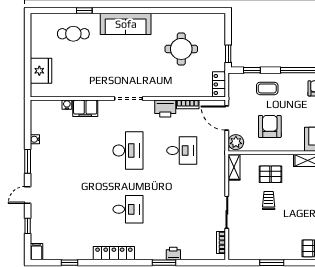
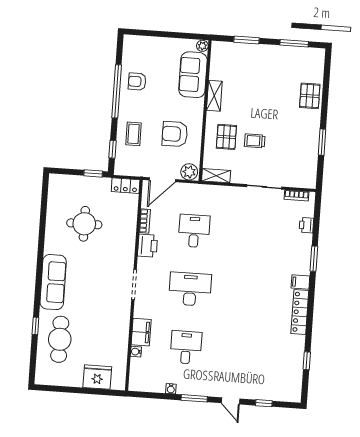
cafe table: (73, 34) -> (60, 339), width x1.37, depth x1.35
desk: (128, 209) -> (186, 347), moved
filing cabinet: (36, 252) -> (300, 282), moved
printer: (173, 254) -> (306, 225), moved

